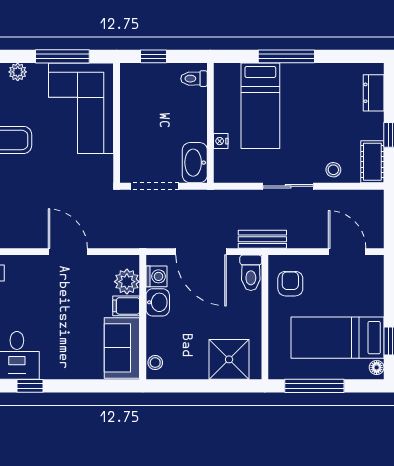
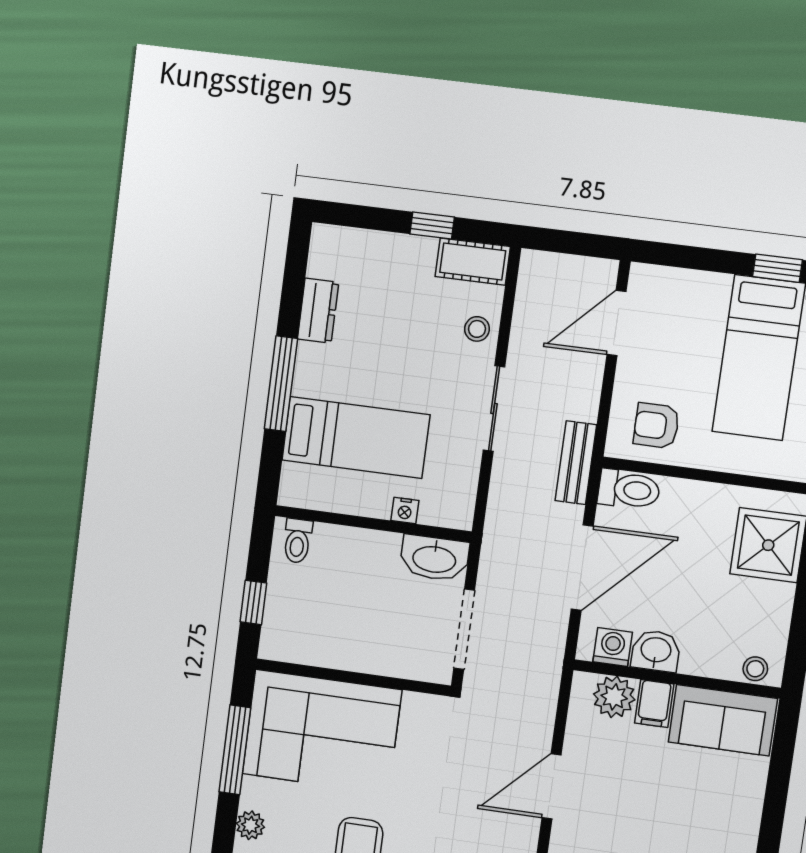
dresser: (374, 93) -> (318, 311), moved, turned -90

